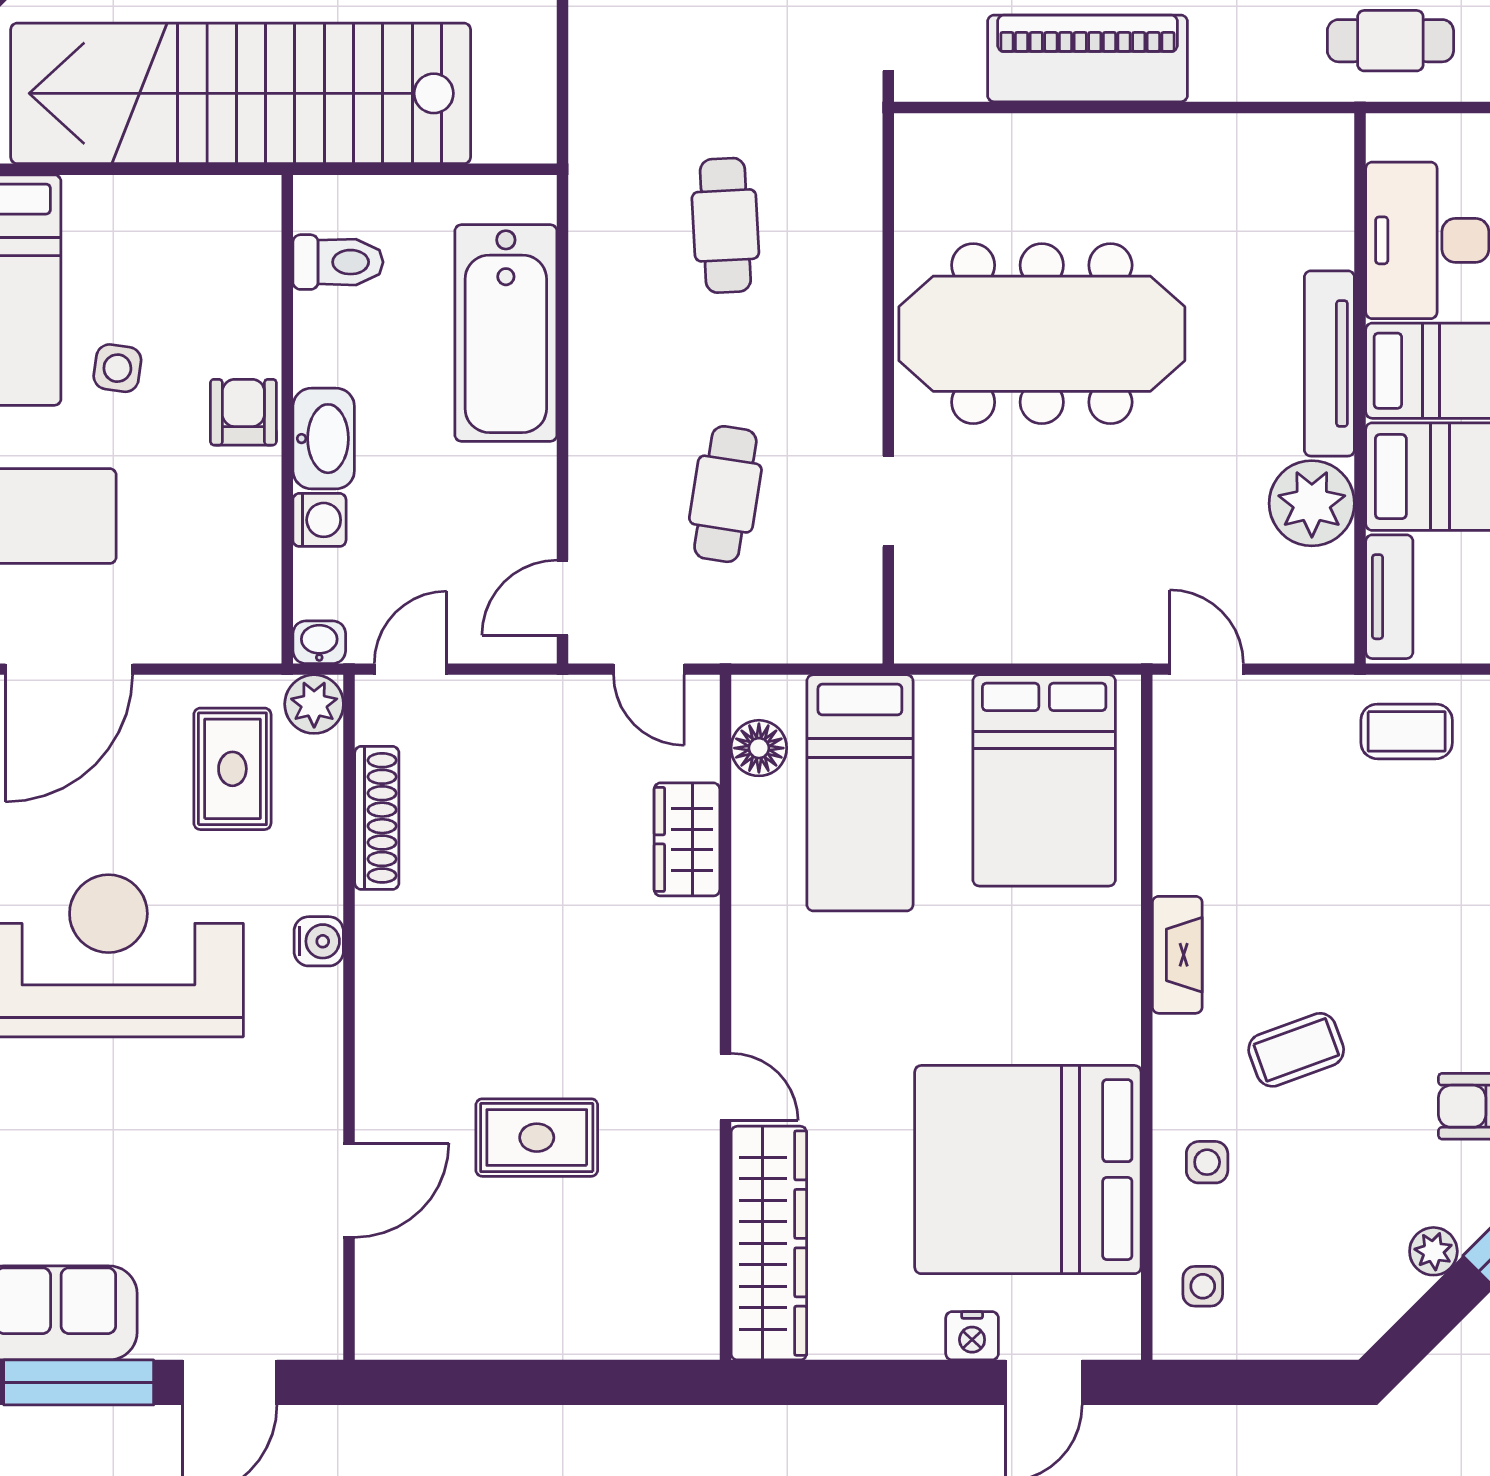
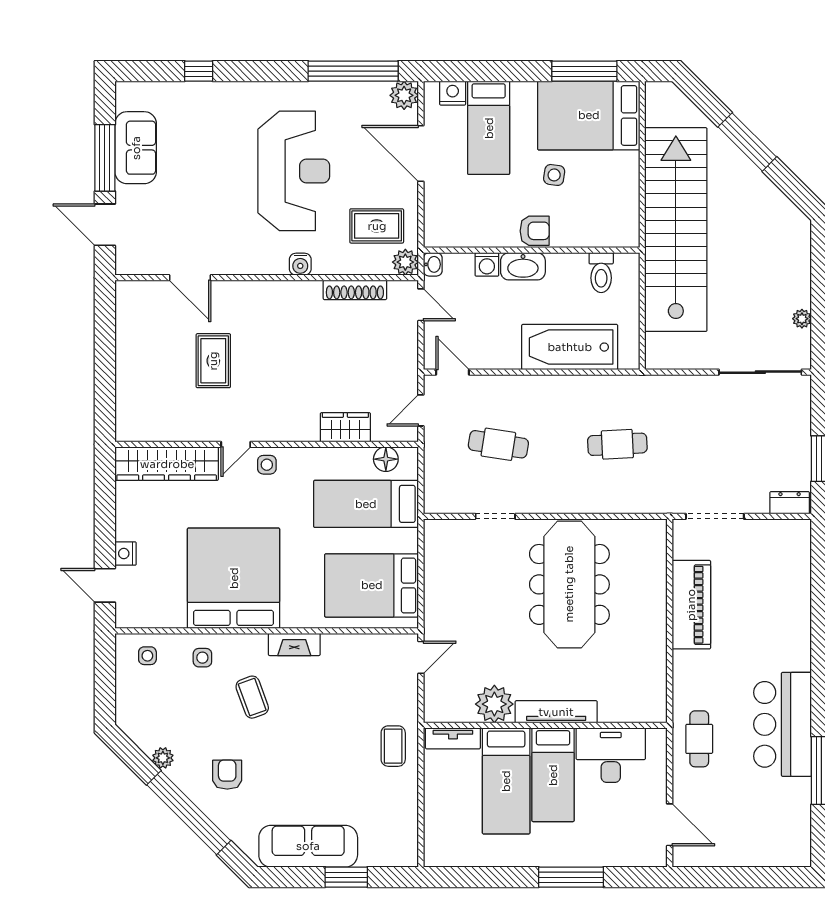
side table: (772, 1017) -> (267, 465), added
bed: (1028, 1170) -> (234, 578), moved

